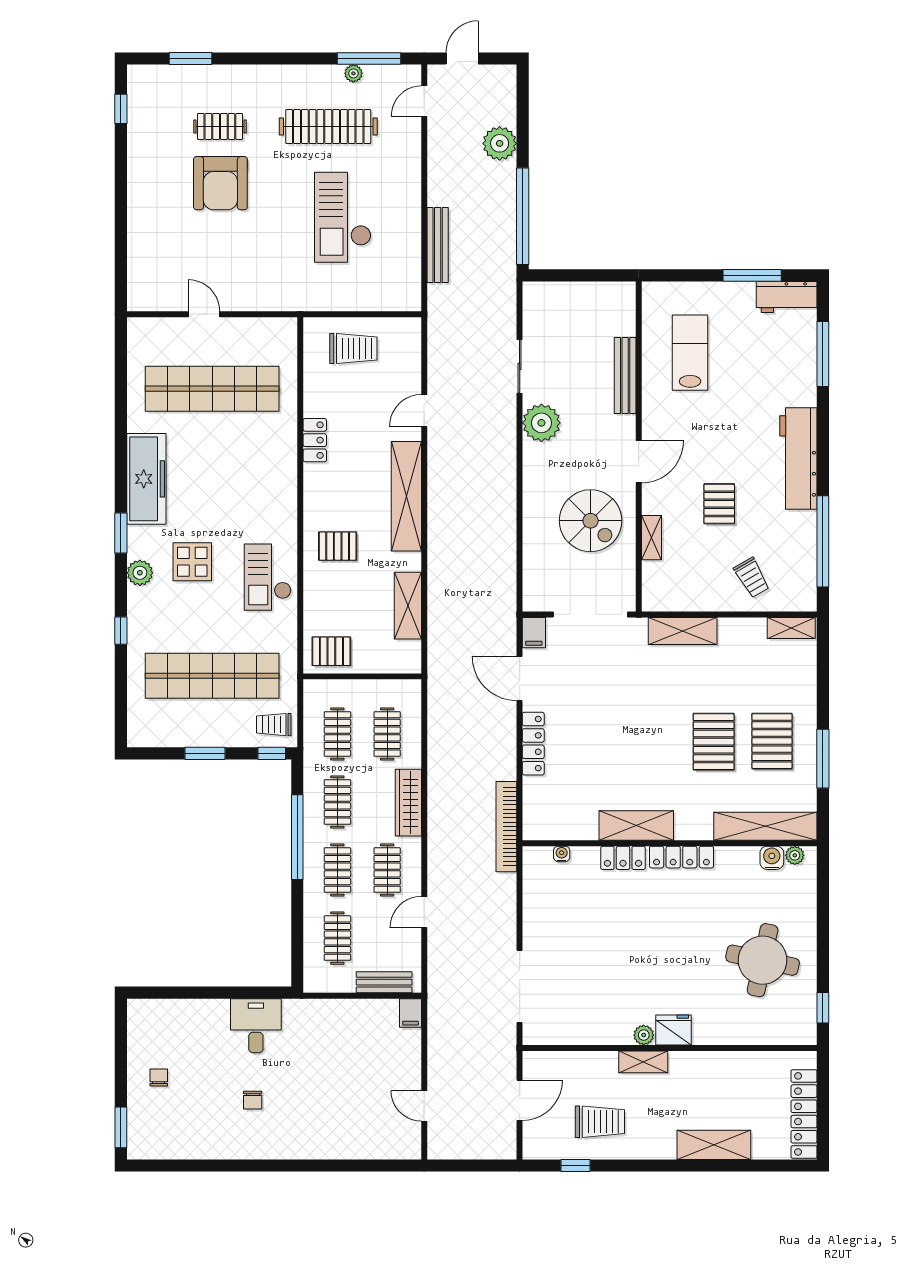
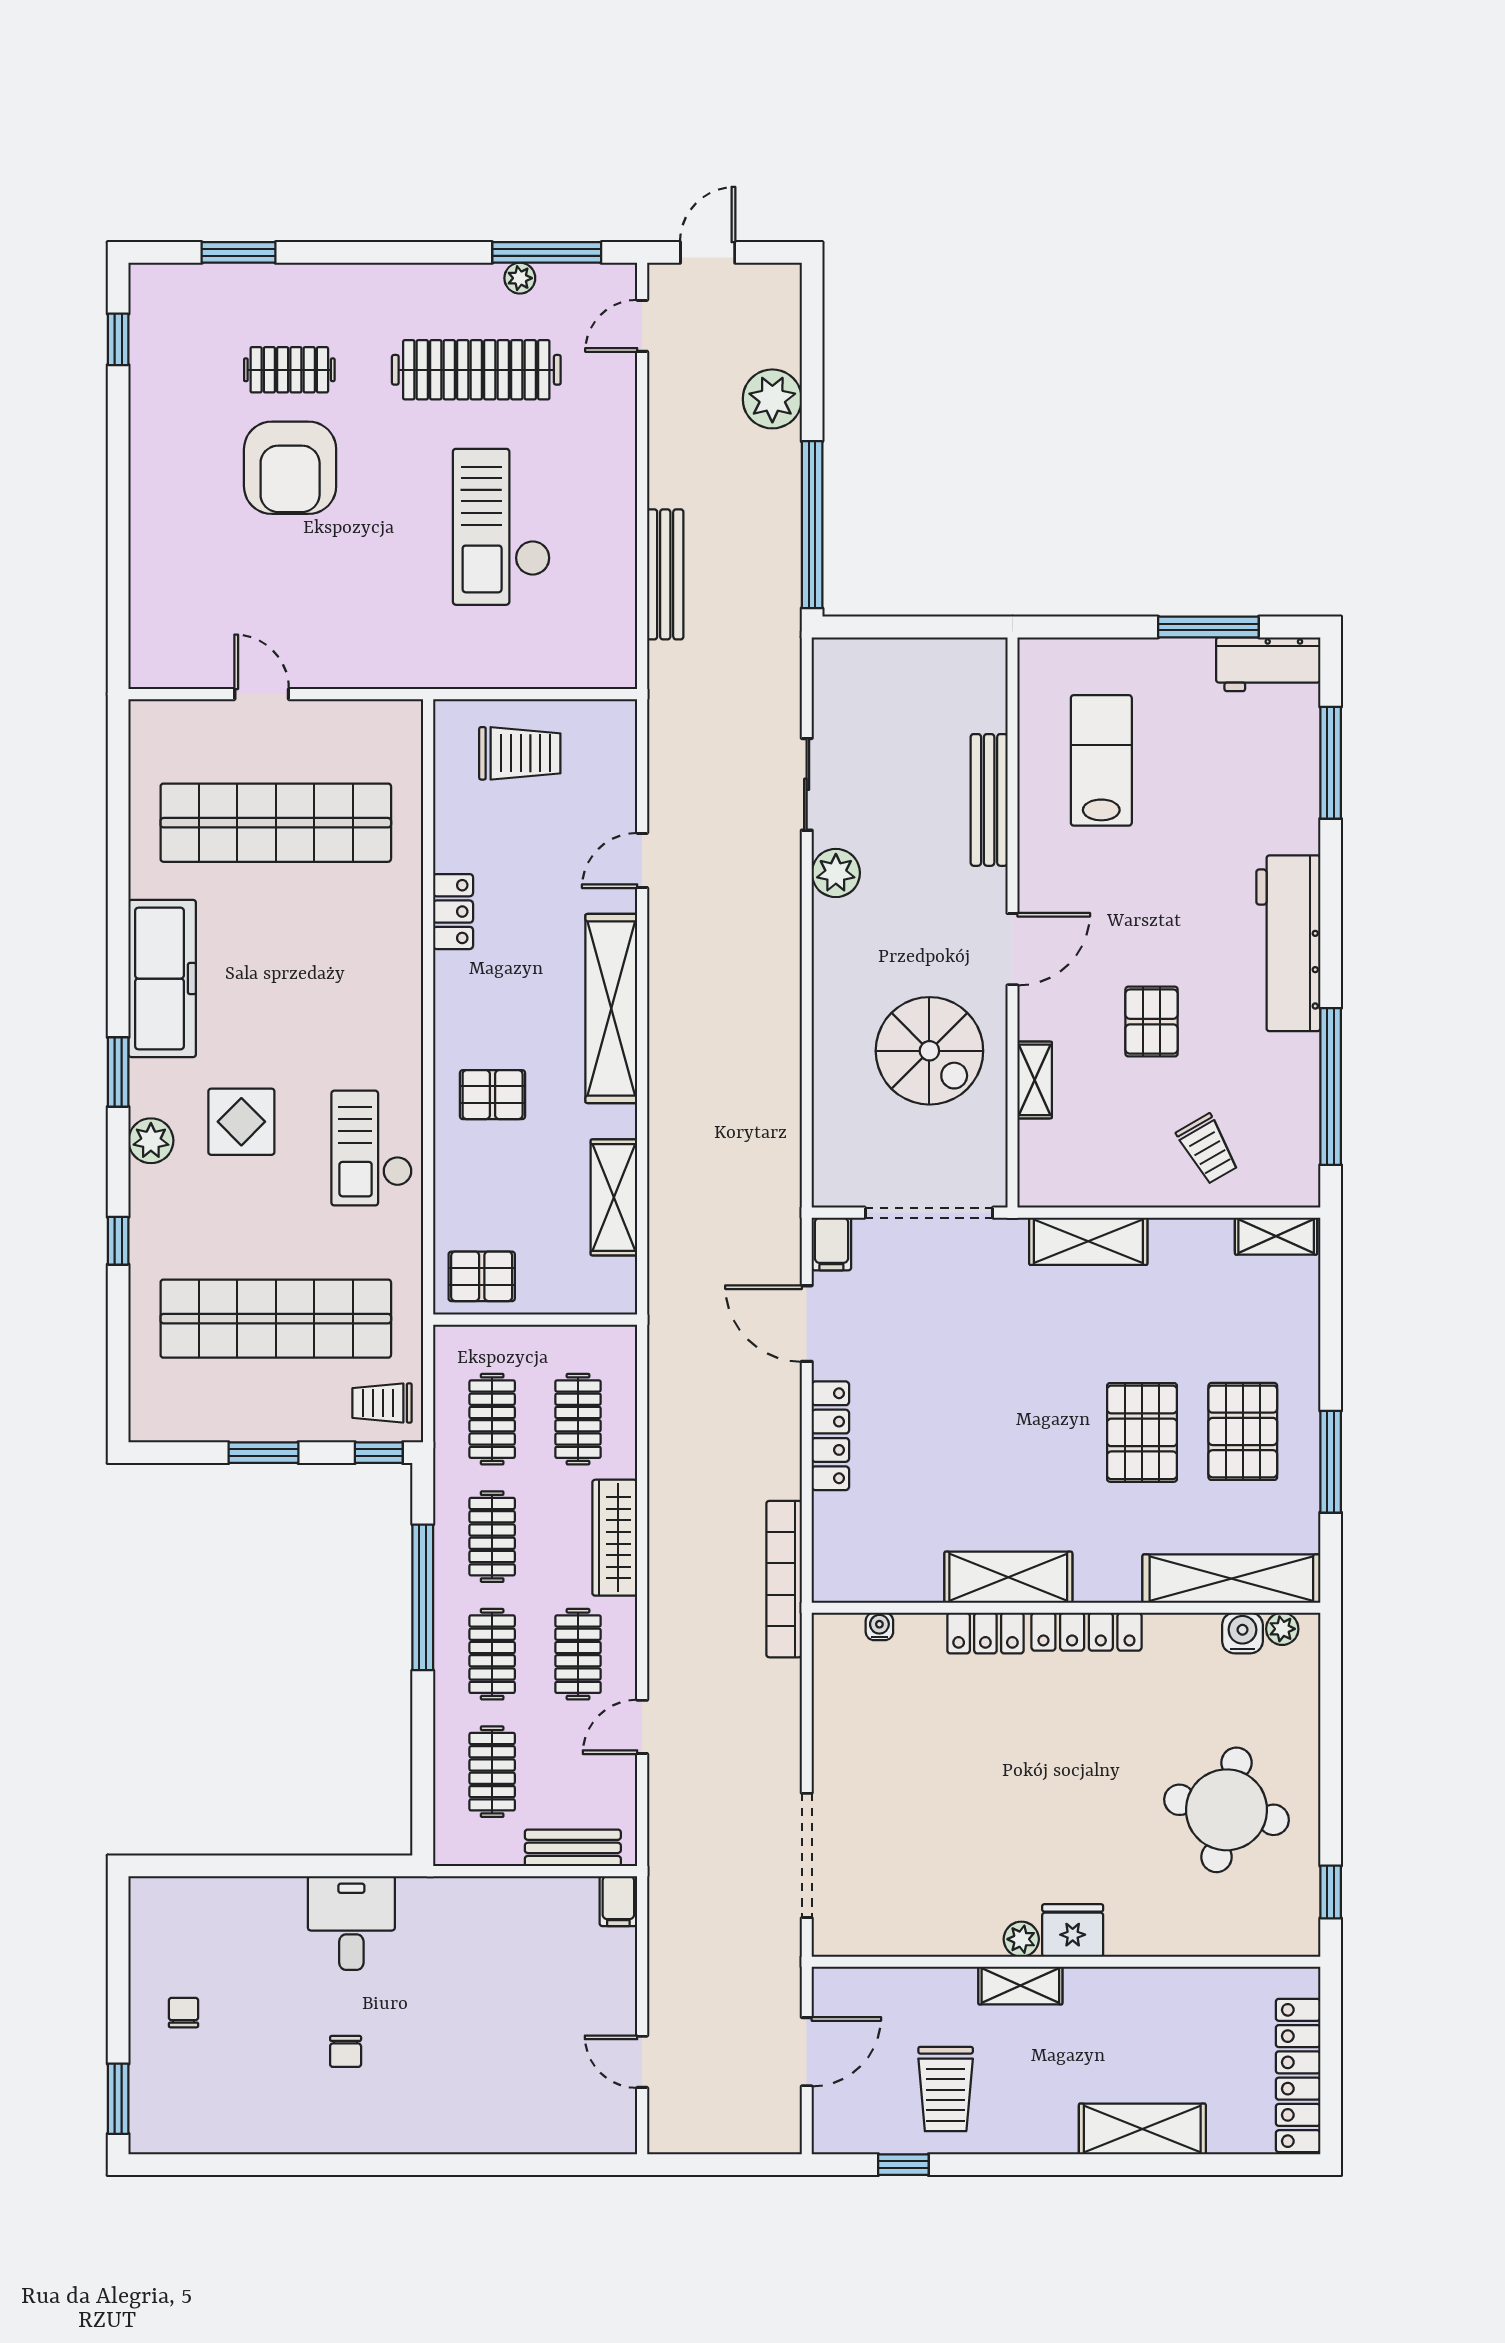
plant: (541, 423) -> (836, 873), width x0.73, depth x0.73
trolley: (600, 1122) -> (946, 2089), turned 90

